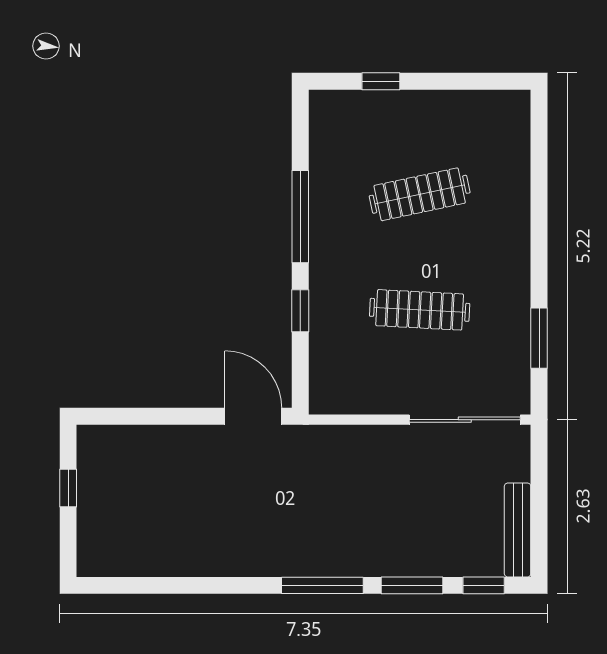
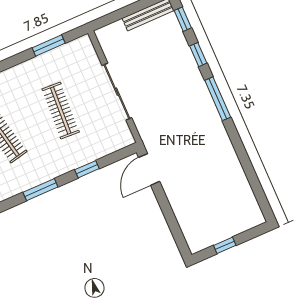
window: (300, 217) -> (40, 190), width x0.69
sliding door: (465, 420) -> (117, 92), moved
window: (412, 585) -> (198, 55), width x0.67

